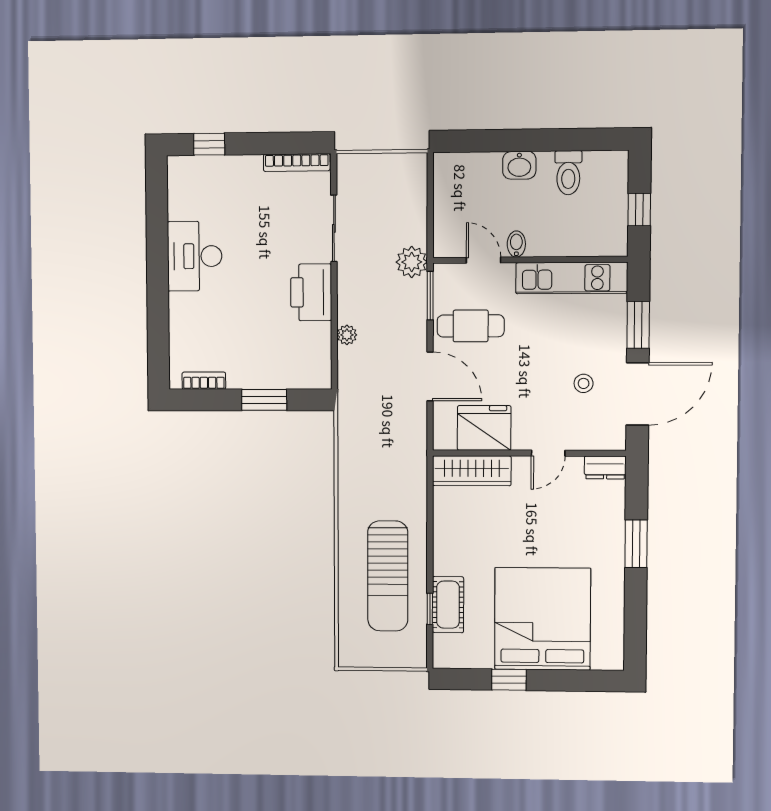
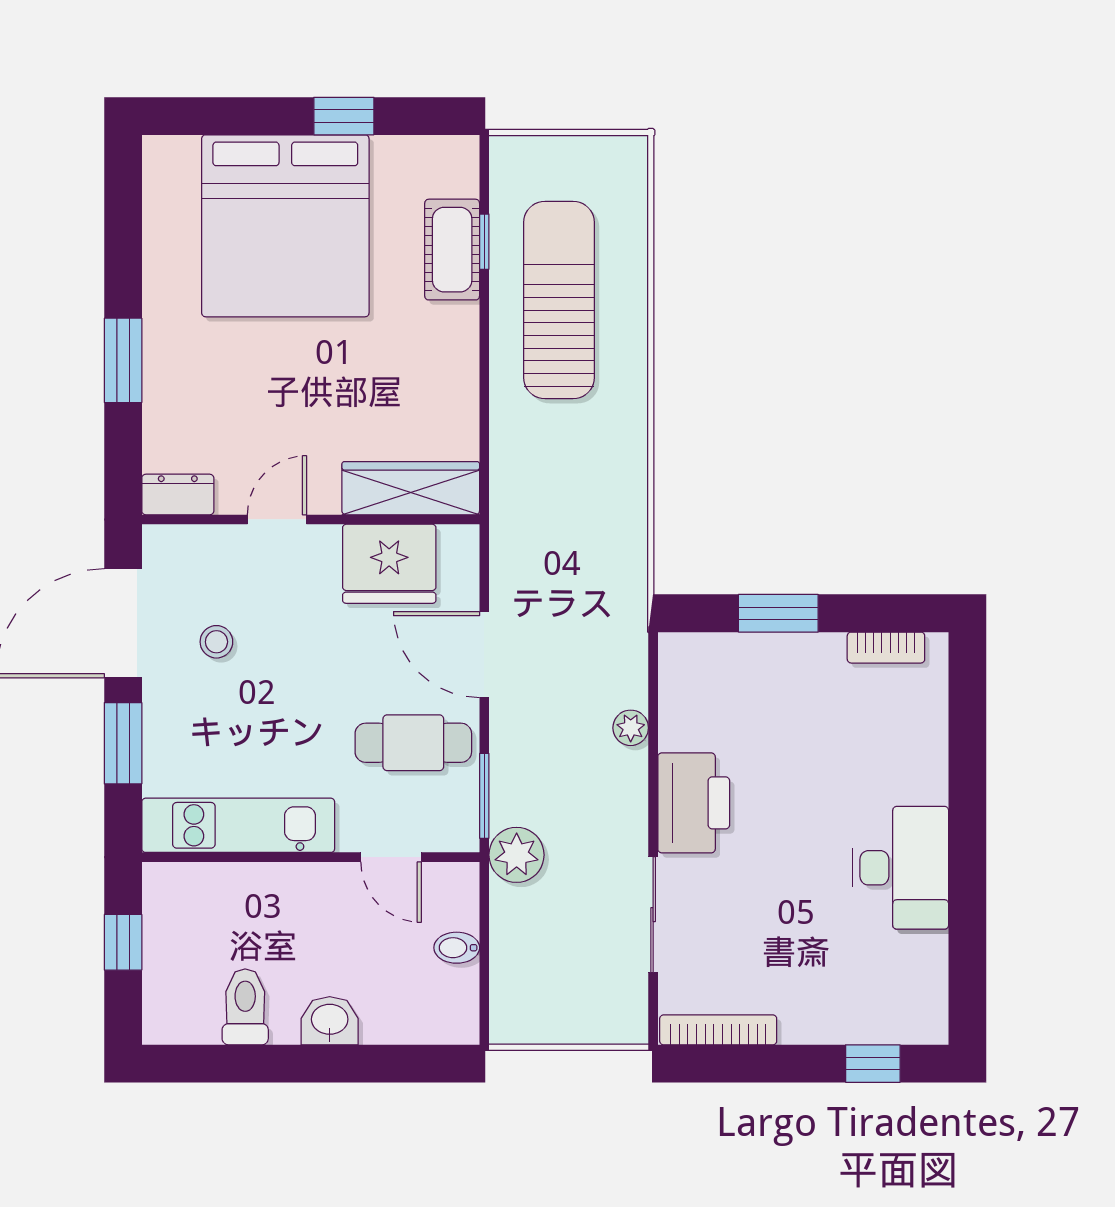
bidet: (516, 244) -> (457, 948), moved, turned 90

